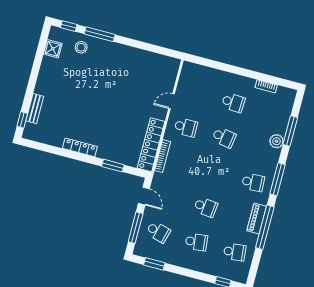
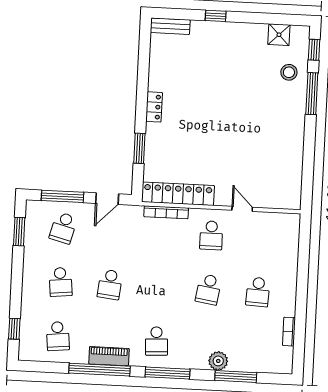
bench: (35, 109) -> (170, 26), moved
window: (22, 120) -> (216, 16), moved
locker: (80, 147) -> (154, 107), width x0.66

